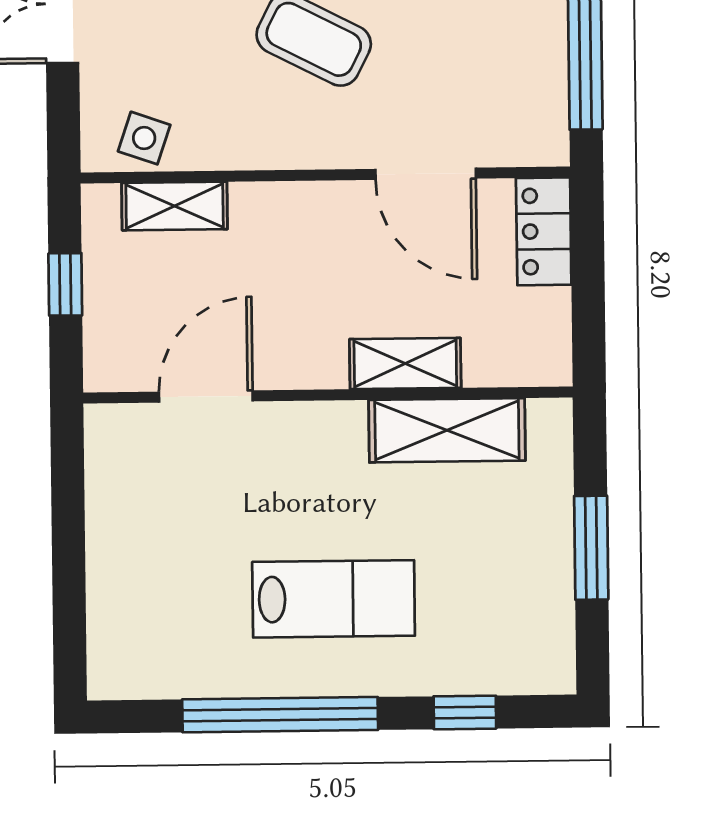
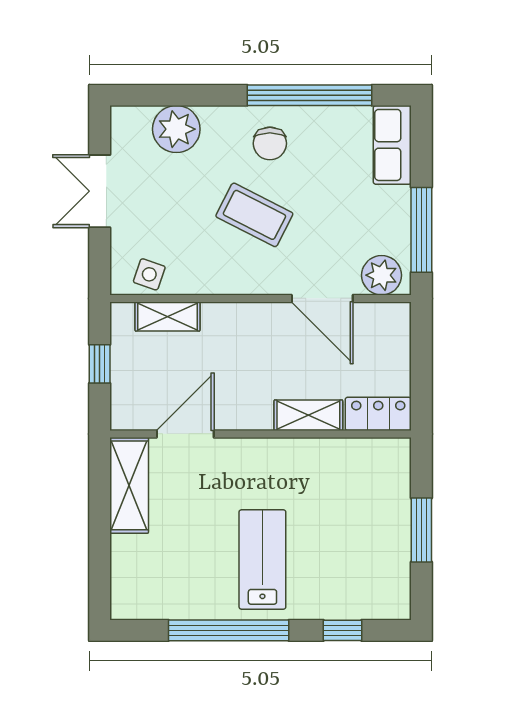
plant: (521, 135) -> (382, 275), added
locker: (544, 231) -> (378, 414), moved, turned 90
shelving: (447, 430) -> (129, 485), moved, turned 90
lab bench: (334, 599) -> (262, 559), turned -90

